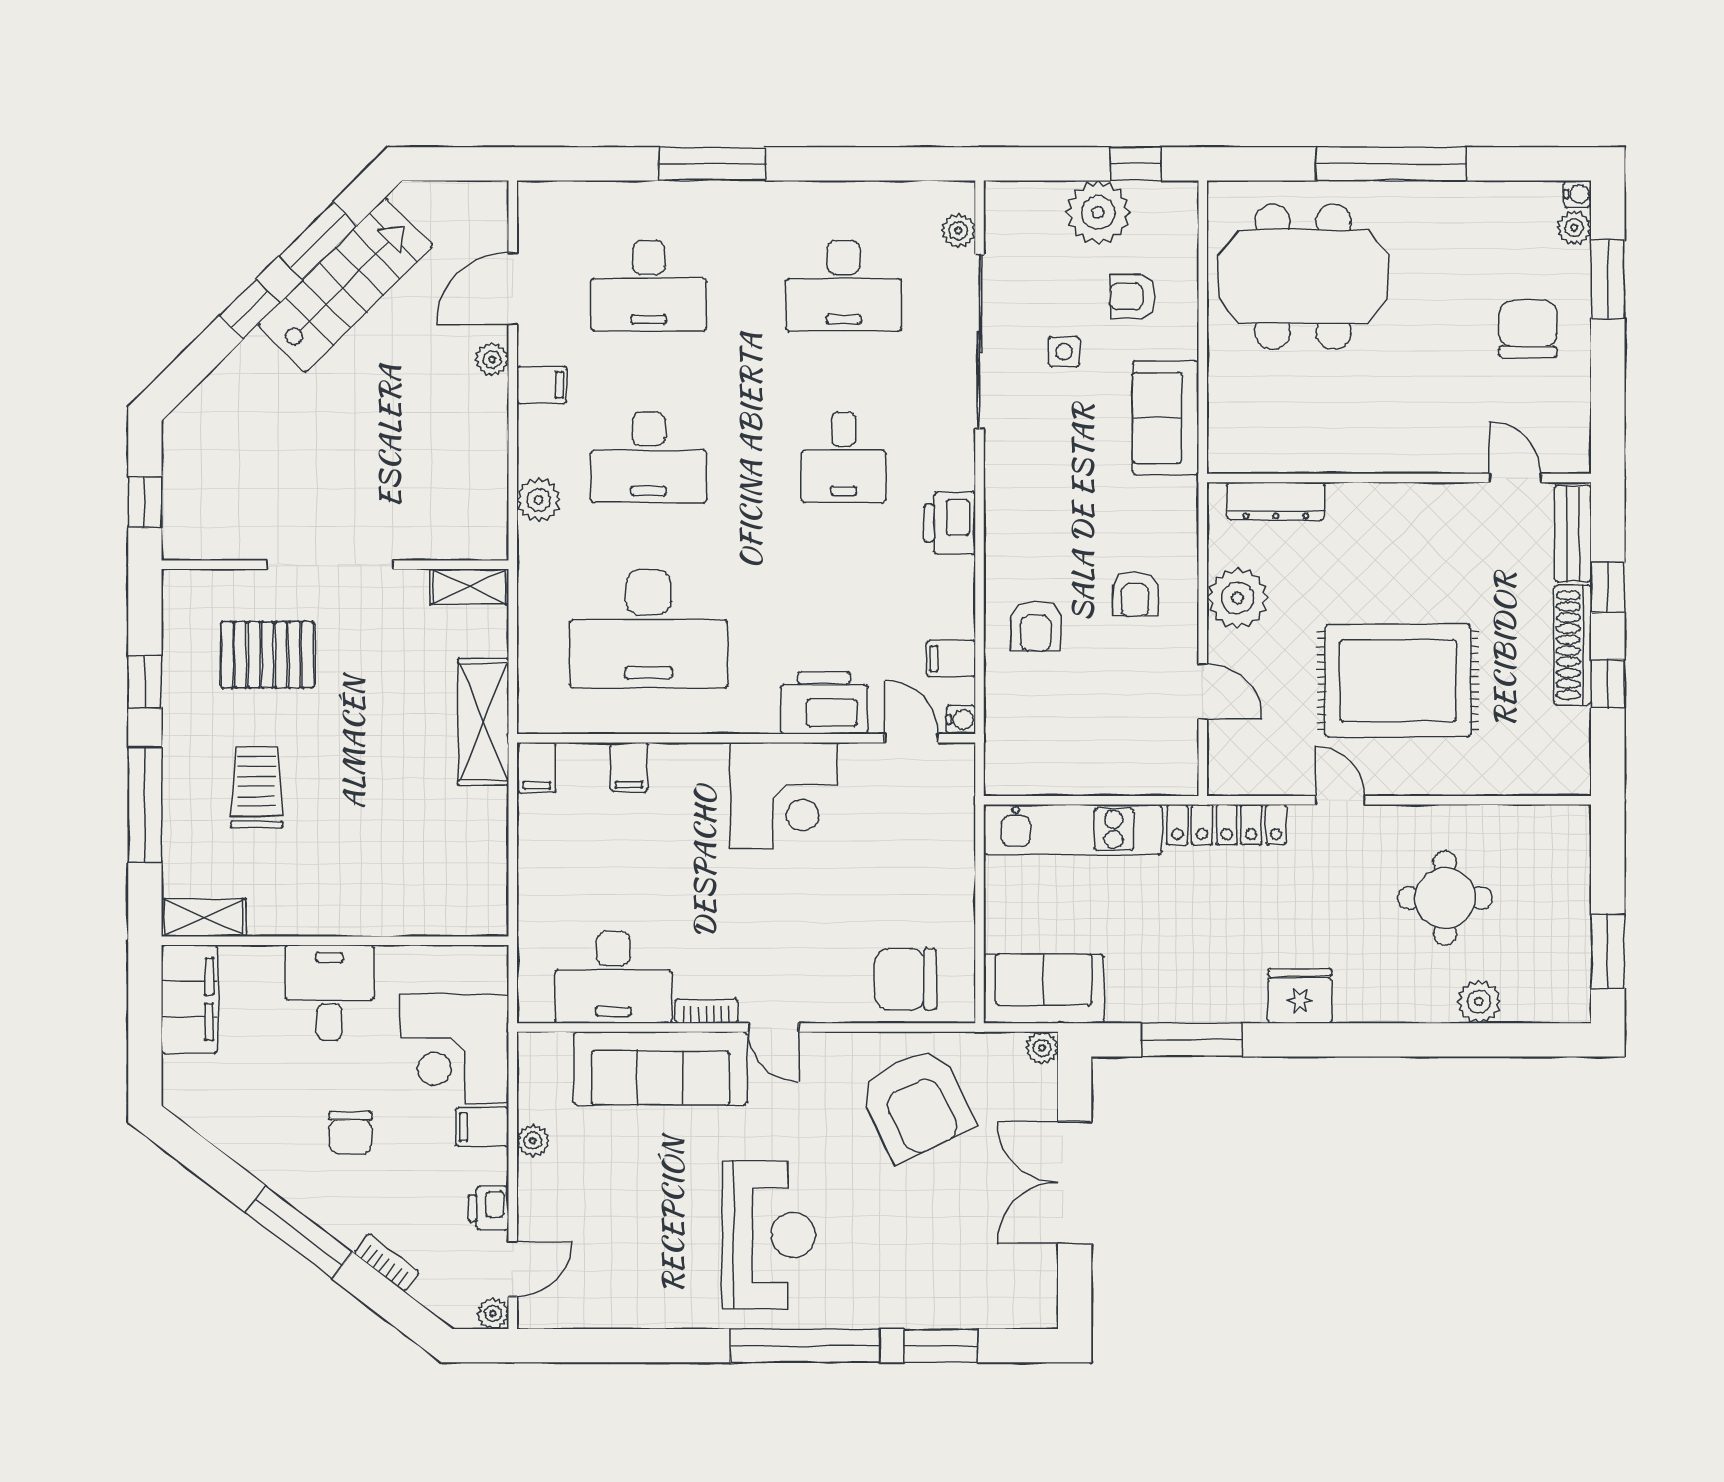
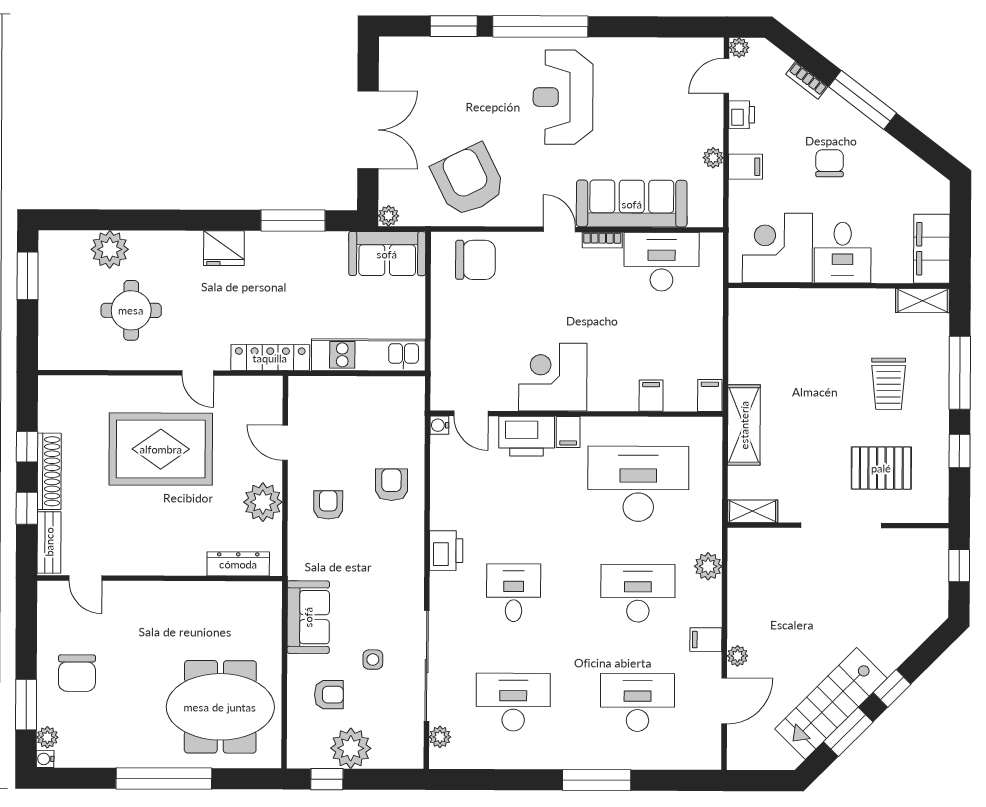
filing cabinet: (951, 659) -> (568, 432), moved, turned 90
plant: (1479, 1002) -> (110, 249), width x1.36, depth x1.36
corner desk: (454, 1049) -> (777, 248), moved, turned -90

